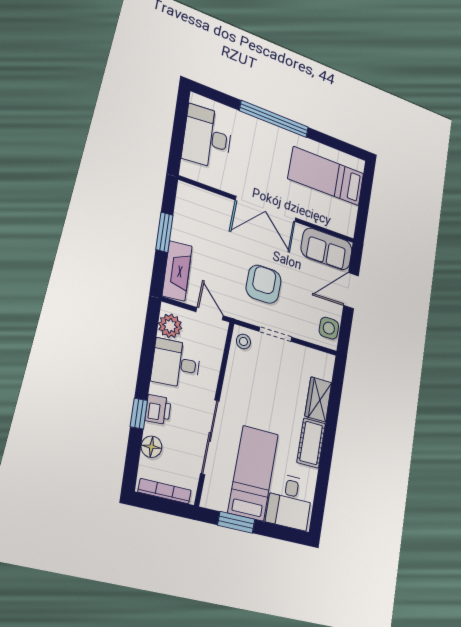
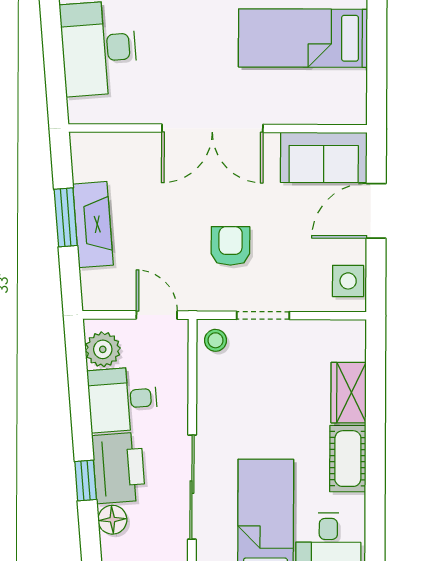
fireplace: (177, 271) -> (93, 225), moved
armchair: (264, 284) -> (231, 246), width x0.72, depth x0.72
printer: (158, 410) -> (119, 468), width x1.87, depth x1.48

